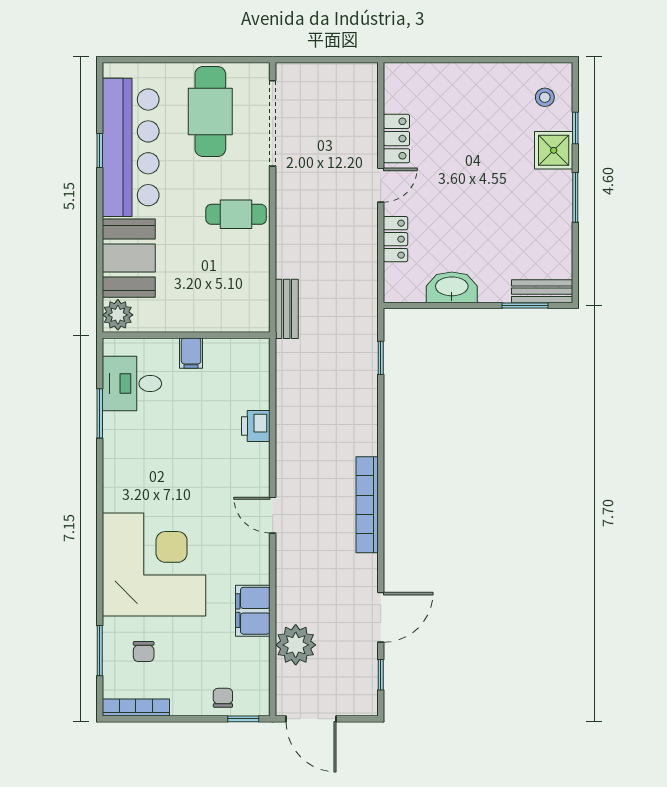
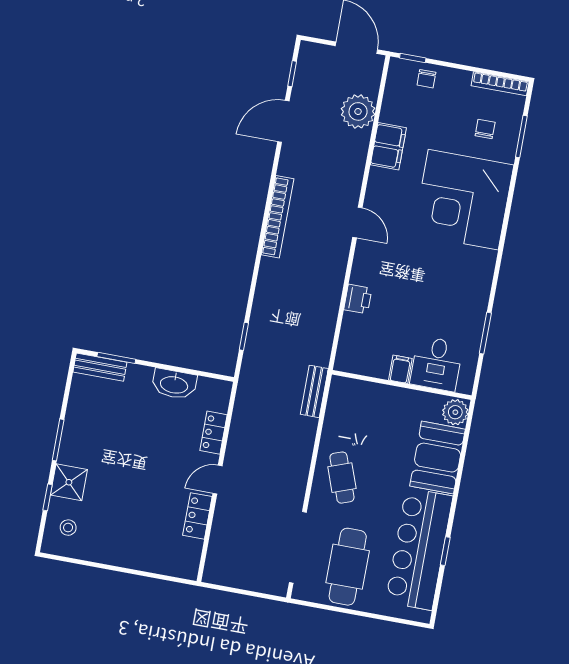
cafe table: (236, 214) -> (342, 478), turned 70
desk: (132, 384) -> (436, 364), moved, turned 90

